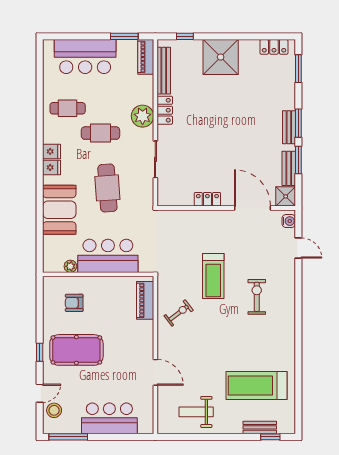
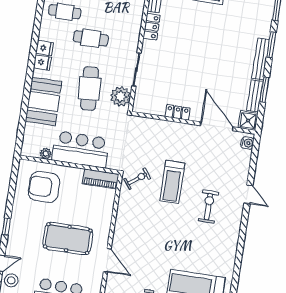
plant: (143, 116) -> (121, 96), moved
window: (298, 123) -> (271, 45), moved
bench: (289, 127) -> (261, 59), width x1.36
door: (298, 248) -> (248, 194), moved
piano: (145, 300) -> (101, 179), moved, turned -90
armchair: (74, 303) -> (44, 187), width x1.88, depth x1.88
exercise bike: (179, 313) -> (137, 179), moved
pool table: (76, 350) -> (68, 239), moved

